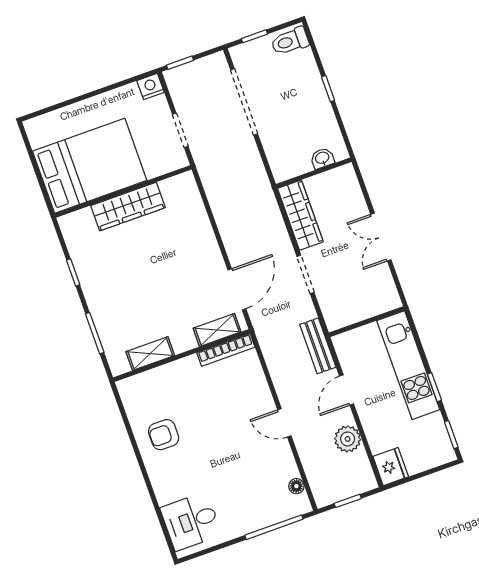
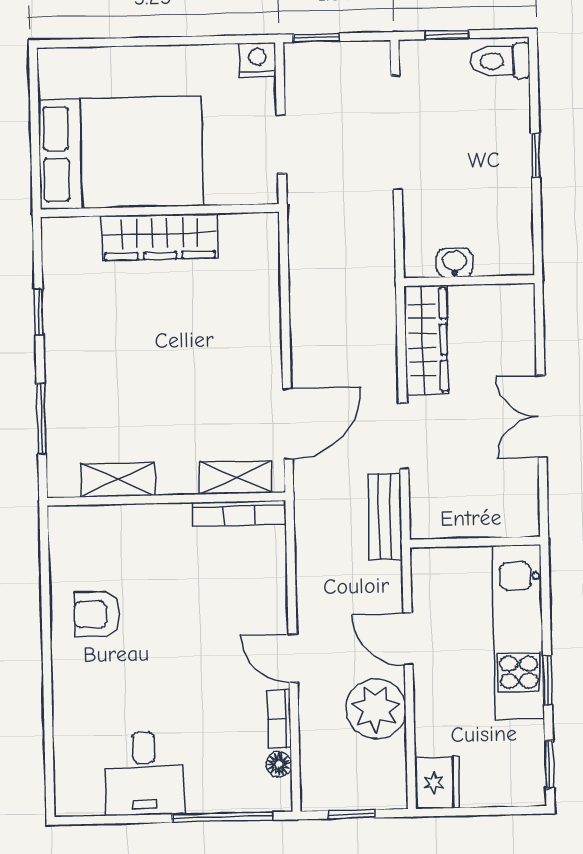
washbasin: (322, 158) -> (455, 263), moved
bench: (318, 346) -> (385, 517), moved
door: (347, 390) -> (408, 639), hinge flipped
plant: (348, 439) -> (376, 709), width x1.36, depth x1.36
bookcase: (288, 460) -> (279, 719), added
desk: (191, 521) -> (144, 773), moved, turned -90

